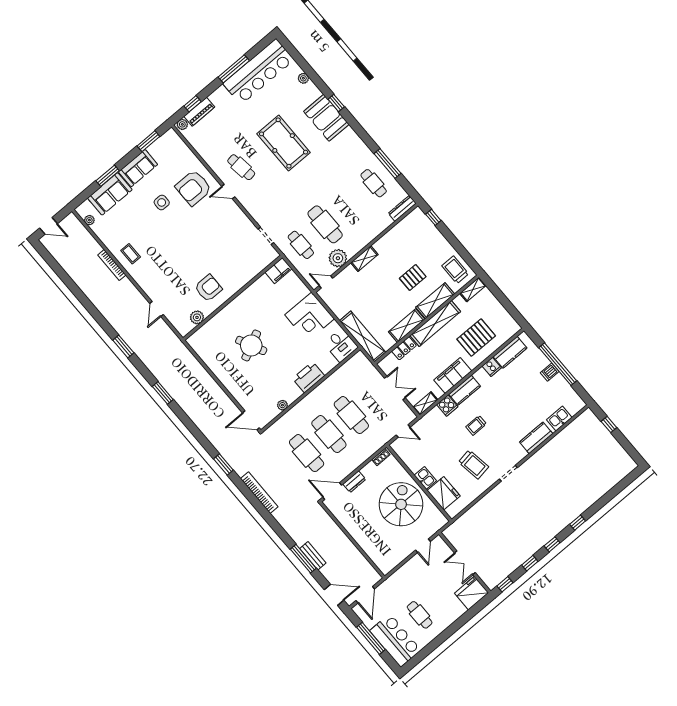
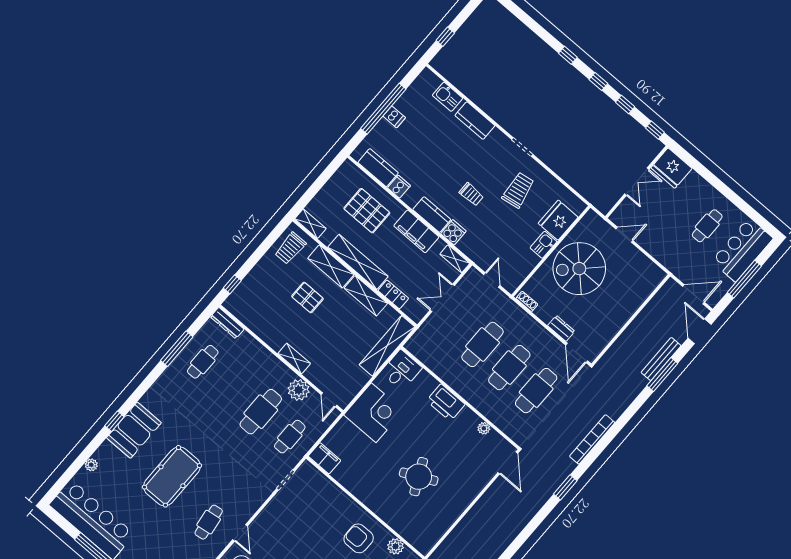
bench: (313, 556) -> (661, 359), width x1.36

